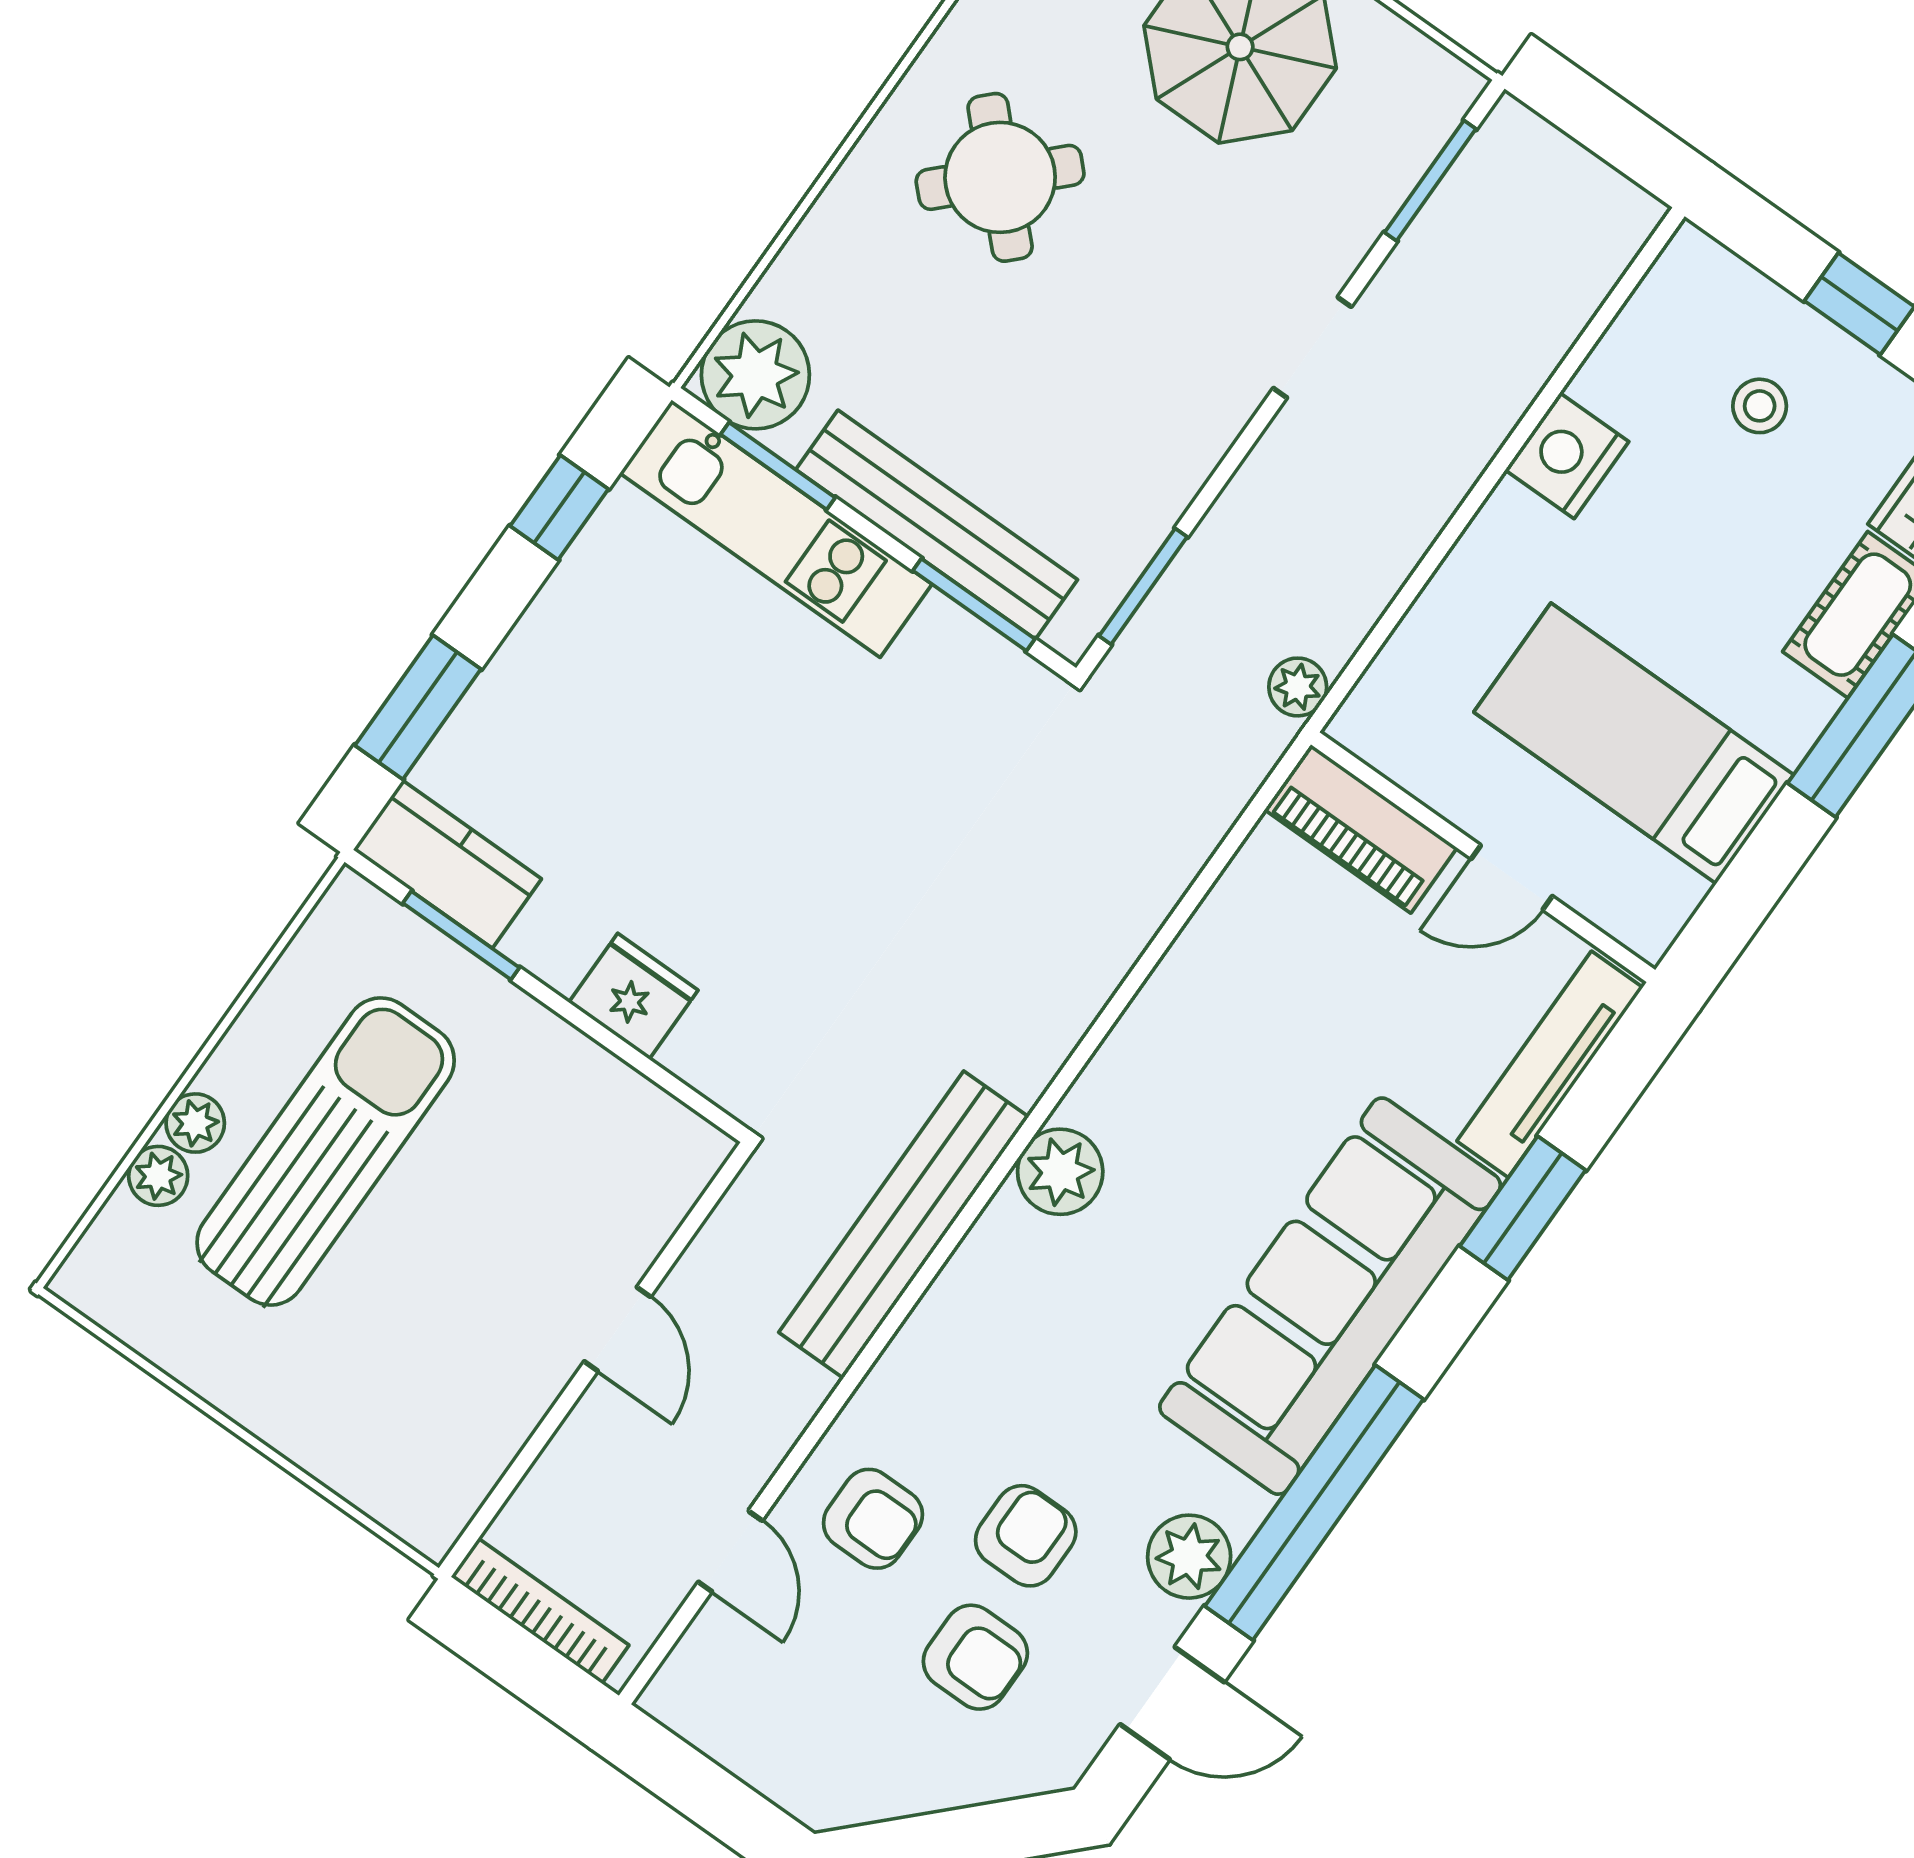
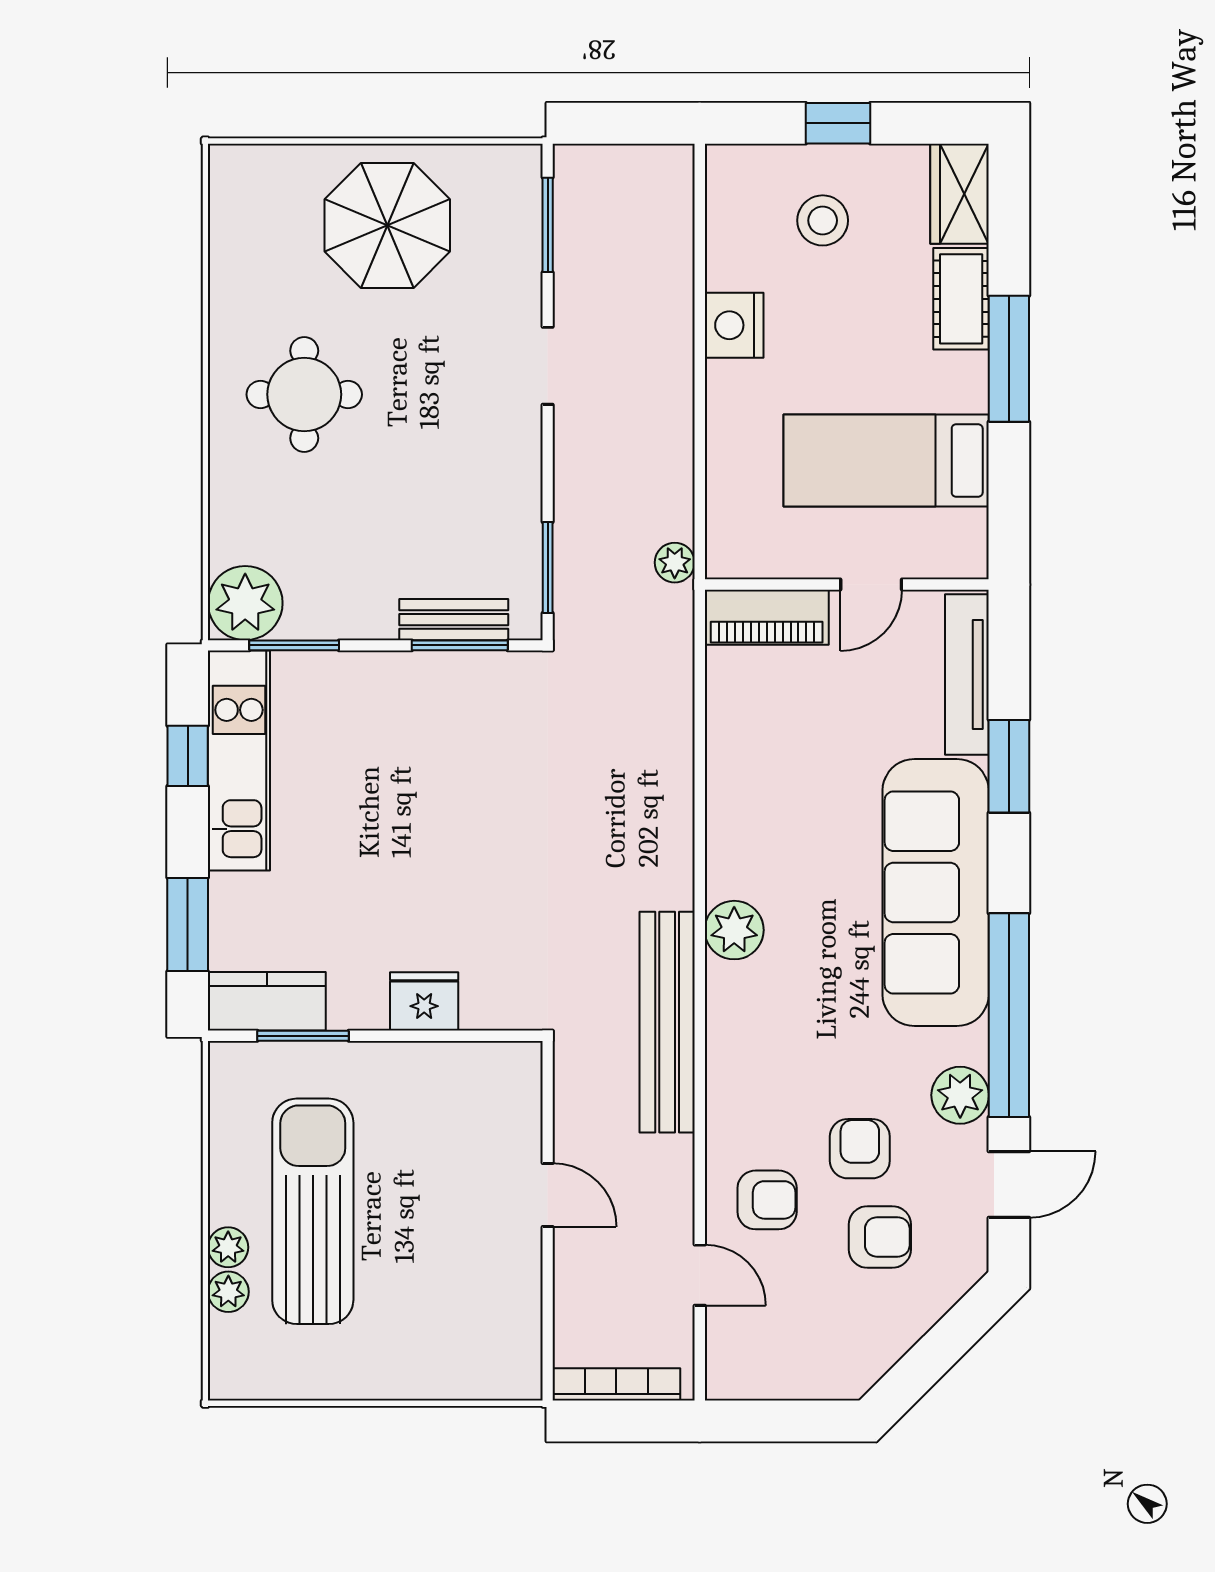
round table: (1000, 177) -> (304, 394), turned 45
stool: (1760, 406) -> (823, 220), width x1.37, depth x1.37
bench: (937, 525) -> (454, 620), width x0.54, depth x0.82
kitchen unit: (776, 529) -> (239, 760), moved, turned -90

